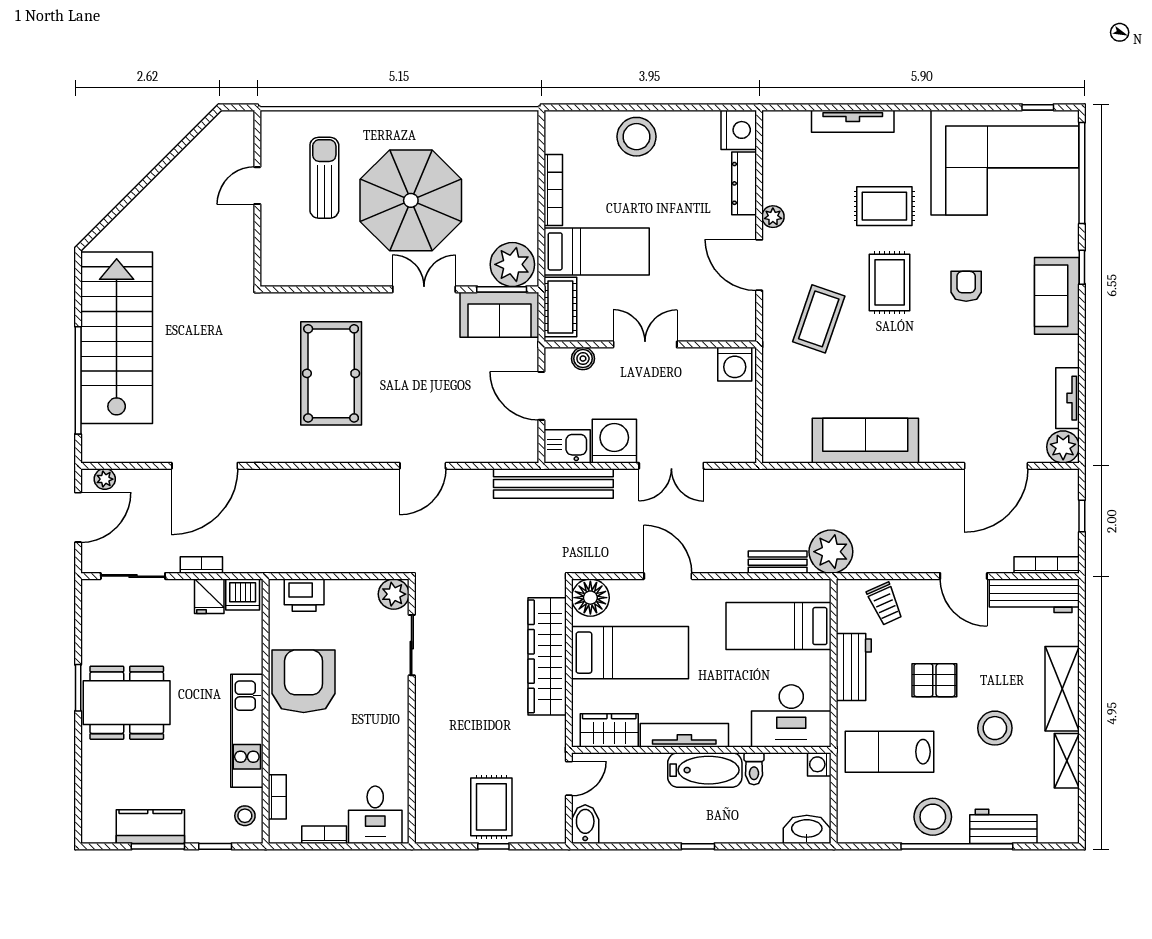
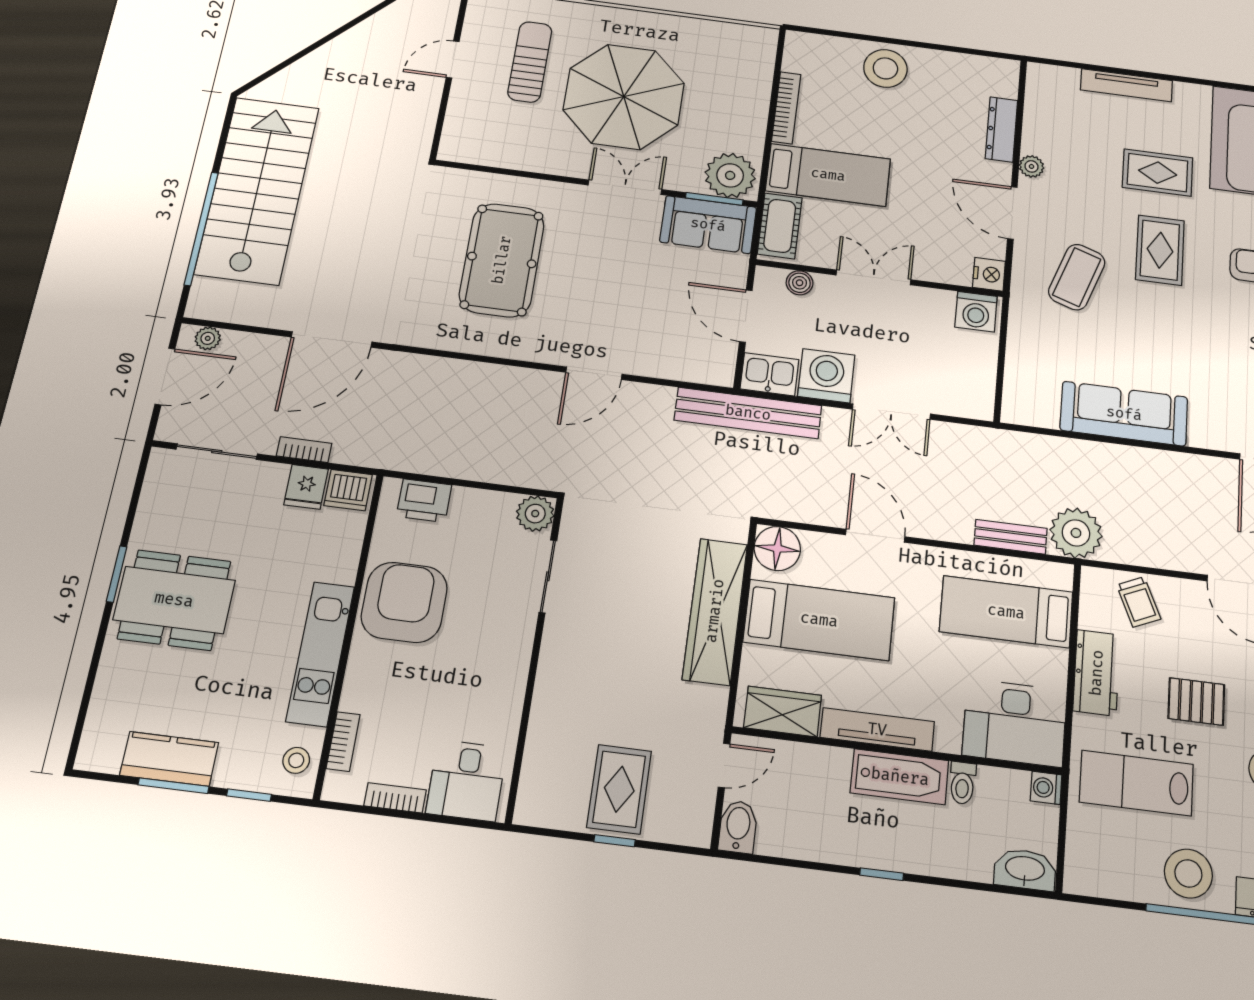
nightstand: (739, 130) -> (989, 274), moved, width x0.74, depth x0.75

